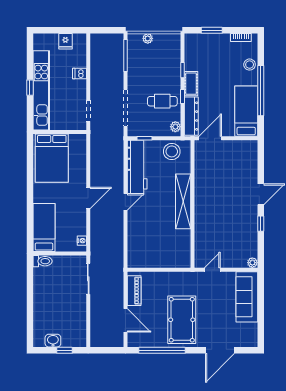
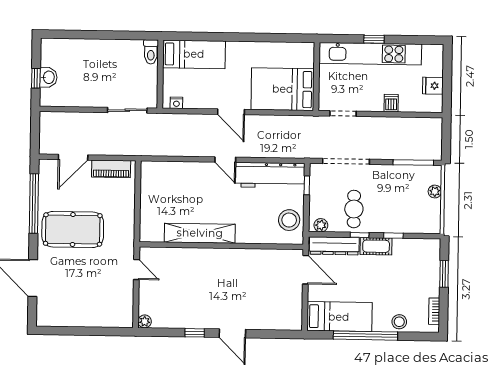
bed: (52, 158) -> (283, 89), moved
shelving: (183, 201) -> (200, 233), moved
sofa: (247, 297) -> (101, 314), removed
washbasin: (53, 341) -> (48, 77), moved

